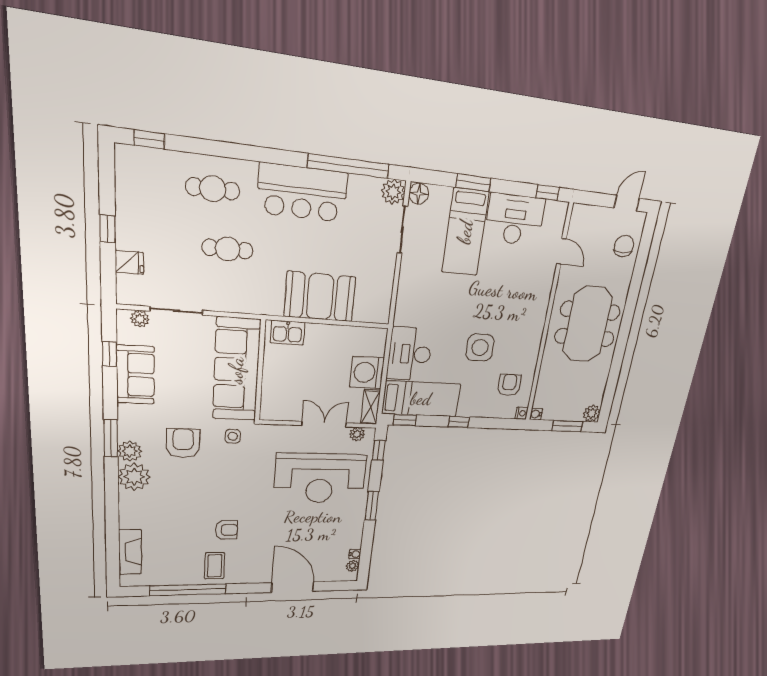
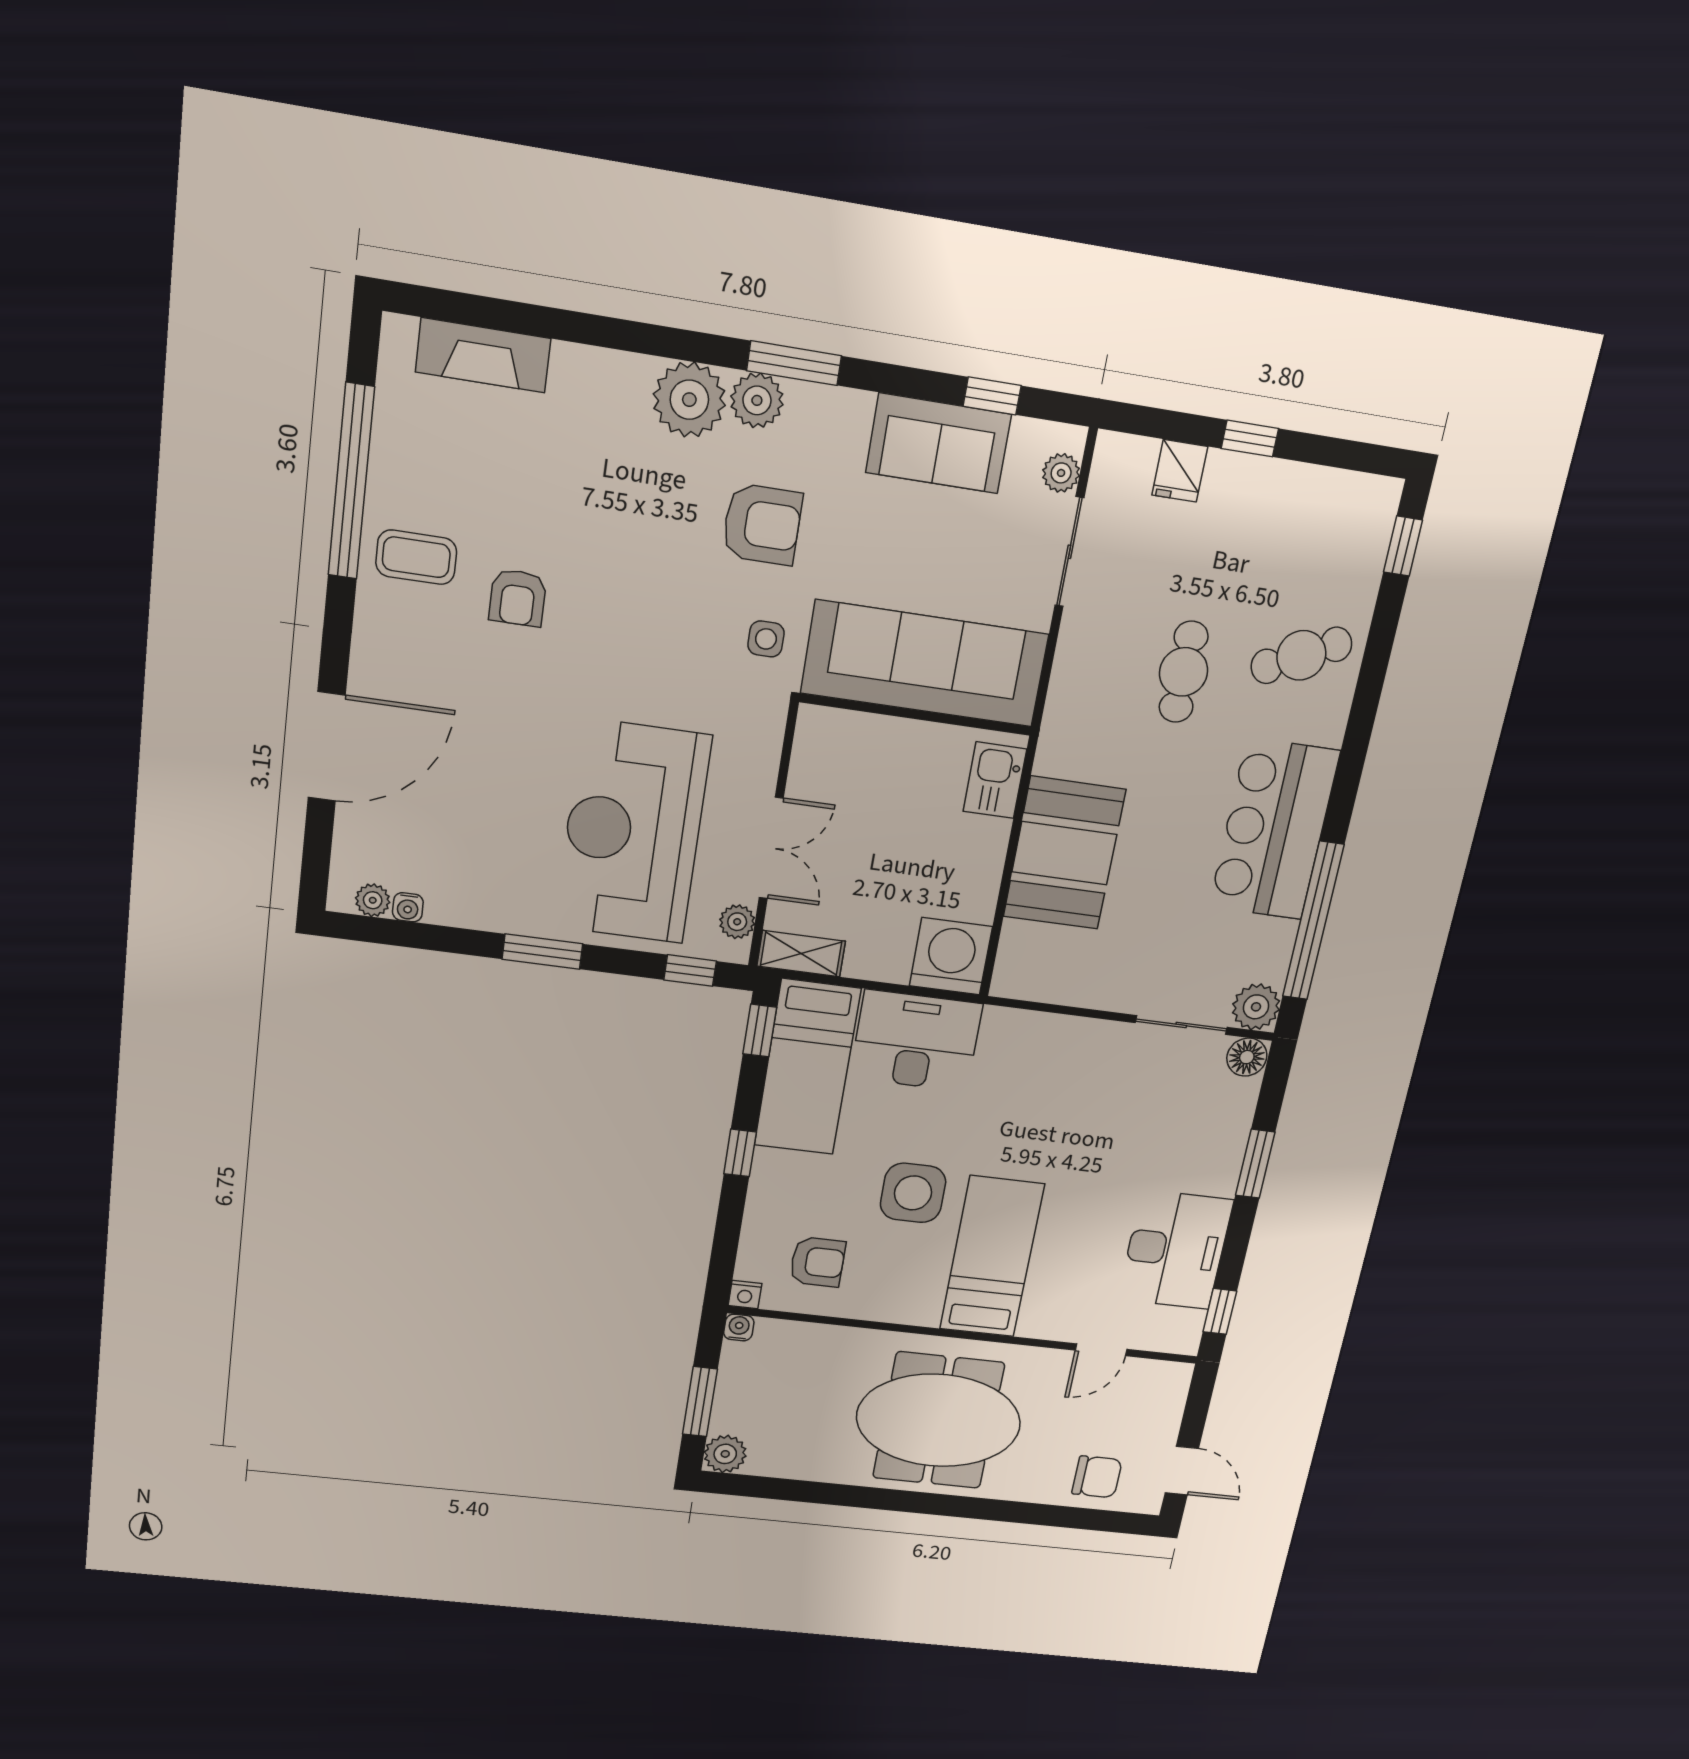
cafe table: (213, 189) -> (1301, 655), turned 64
bed: (465, 232) -> (992, 1257), moved, turned 90
washing machine: (367, 373) -> (951, 956), moved

